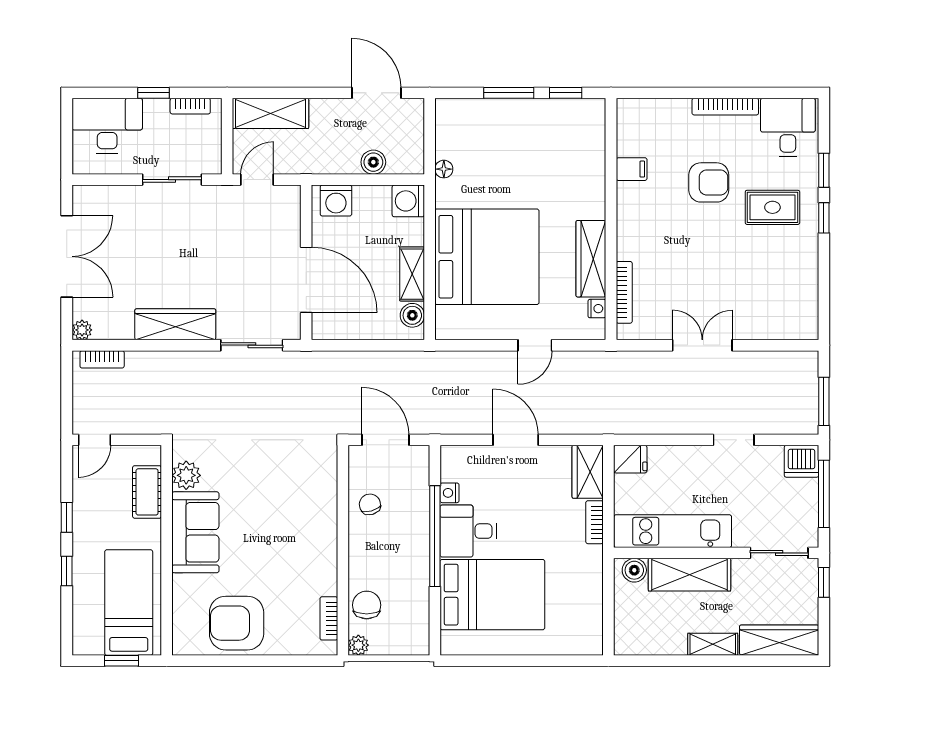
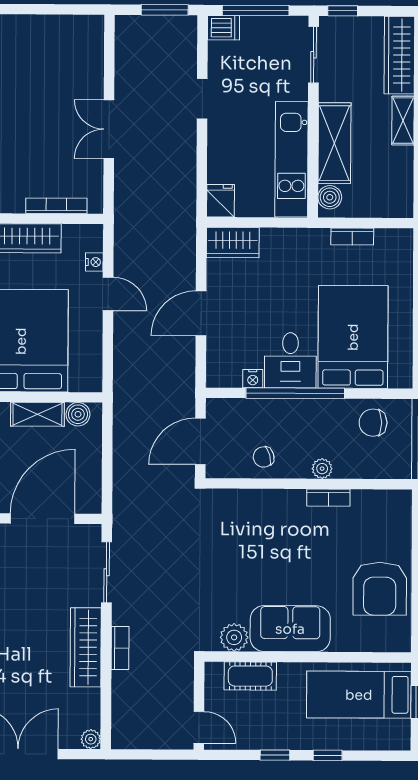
nightstand: (597, 309) -> (94, 262), moved, turned 90
bookcase: (102, 359) -> (120, 648), moved
dishwasher: (802, 461) -> (224, 28), width x0.73
bookcase: (594, 522) -> (352, 237), moved
chair: (367, 605) -> (373, 423), moved
bookcase: (329, 618) -> (328, 498), moved
plant: (358, 645) -> (322, 469), moved

